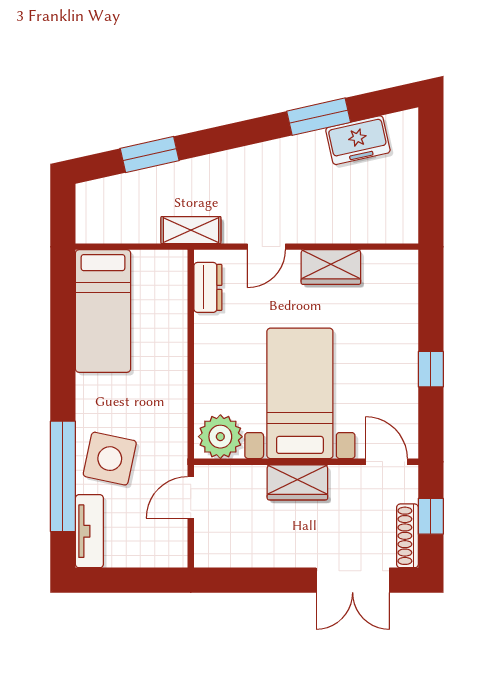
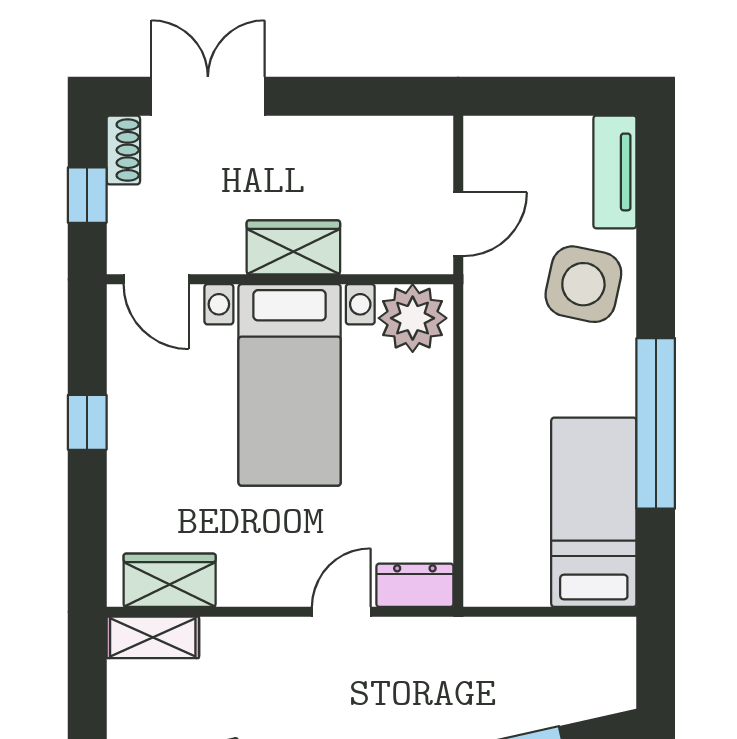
shelving: (191, 230) -> (153, 637), moved
wardrobe: (331, 267) -> (170, 580), moved
dresser: (208, 287) -> (415, 585), moved, turned 90
window: (63, 476) -> (656, 423), moved
shoe rack: (407, 536) -> (123, 150), width x0.70

